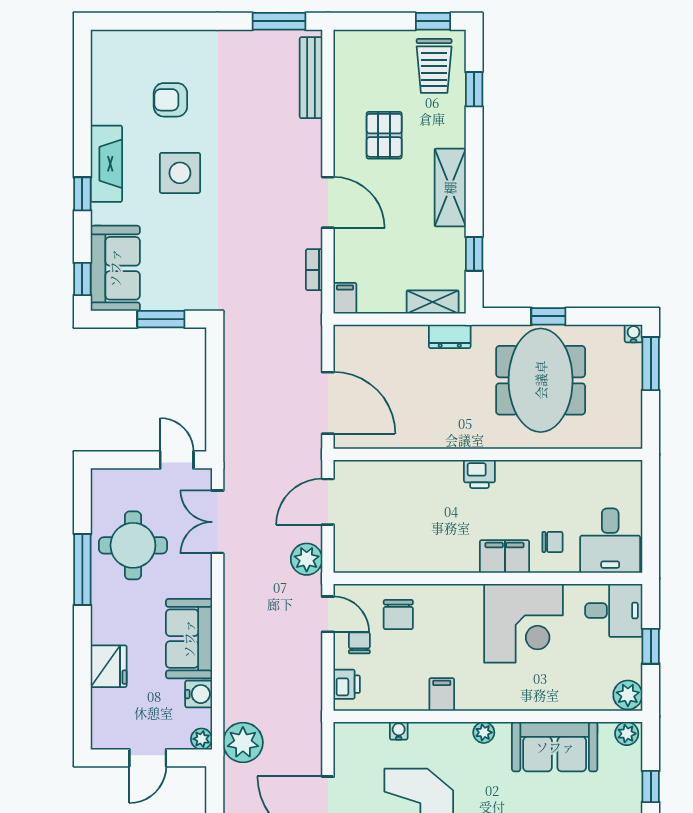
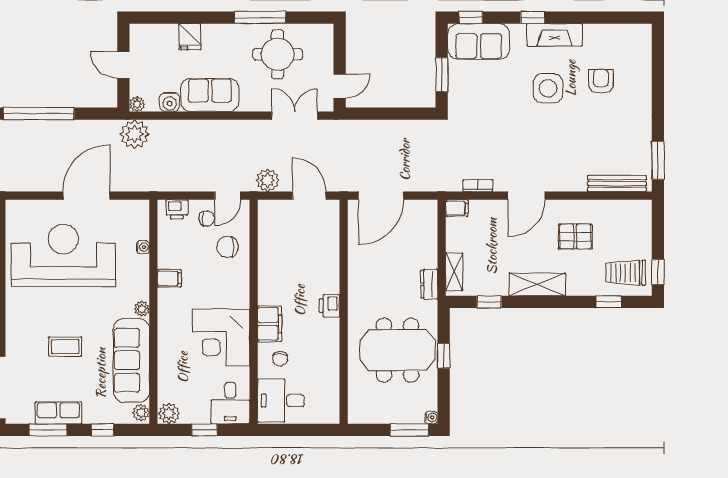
fridge: (109, 666) -> (190, 37), width x0.72
sofa: (555, 747) -> (131, 360), width x1.36

